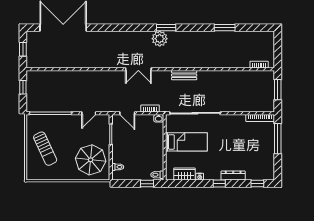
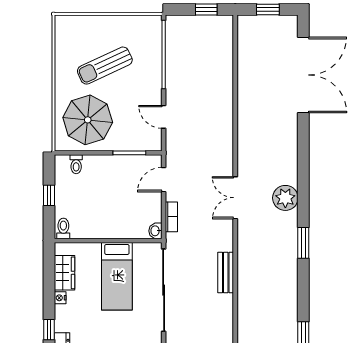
plant: (160, 39) -> (285, 198), moved
sun lounger: (45, 149) -> (105, 66), moved
window: (147, 184) -> (49, 195), moved

